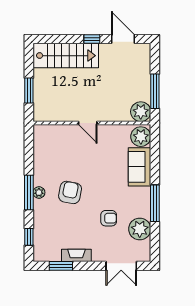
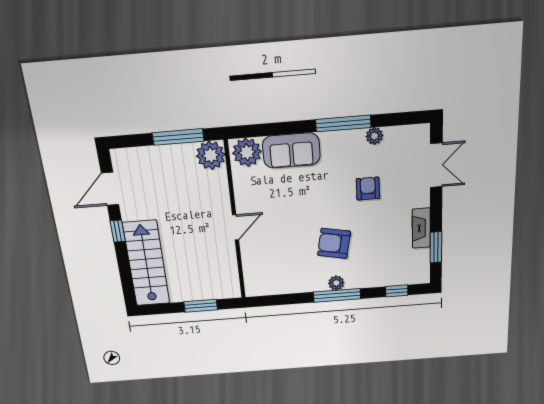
plant: (140, 229) -> (374, 136), width x0.53, depth x0.53

